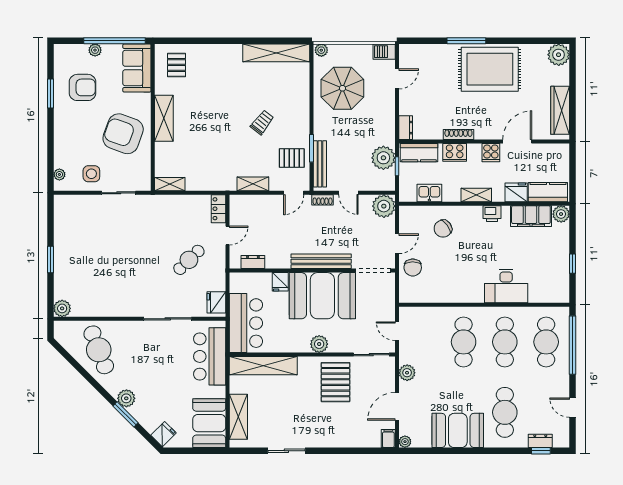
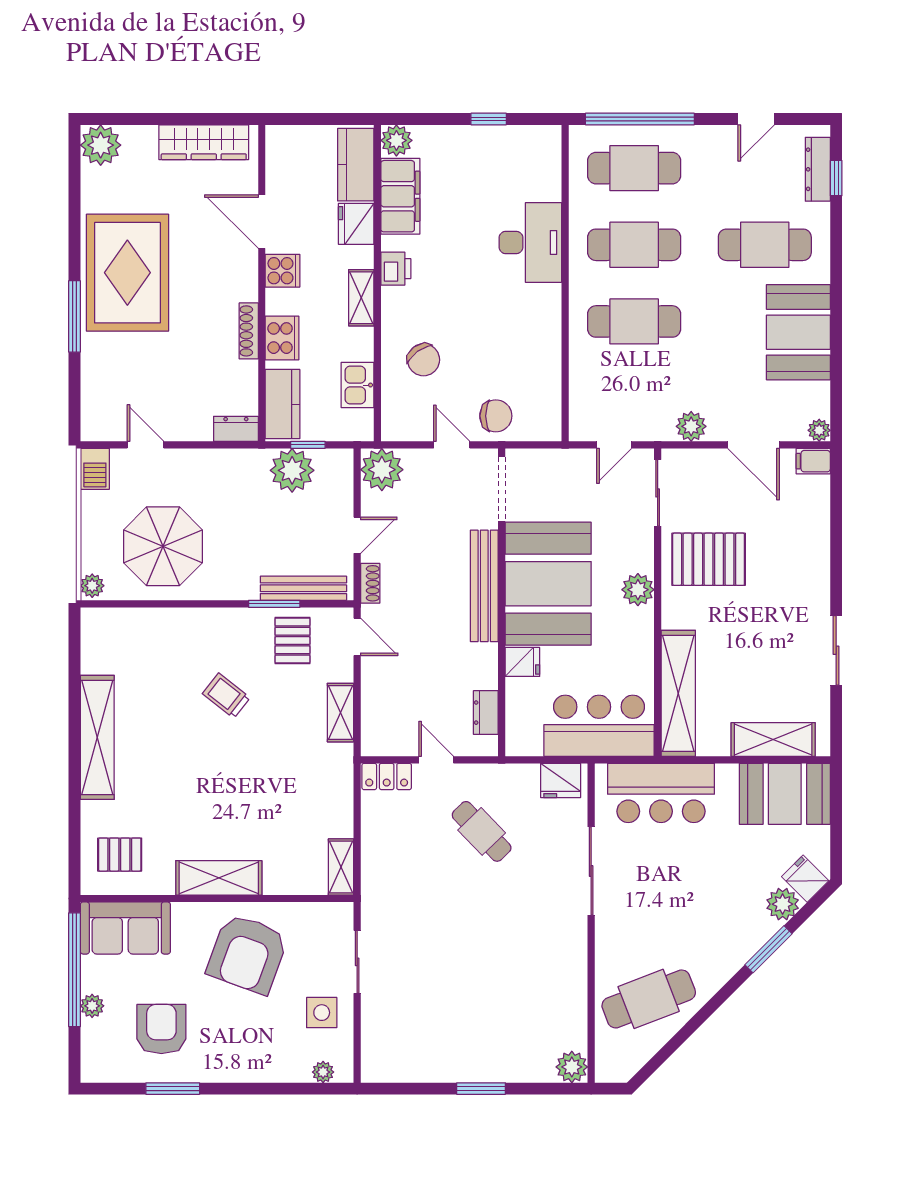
shelving: (276, 53) -> (97, 737), moved
plant: (126, 398) -> (783, 904), moved
dresser: (540, 441) -> (818, 169), width x1.44

